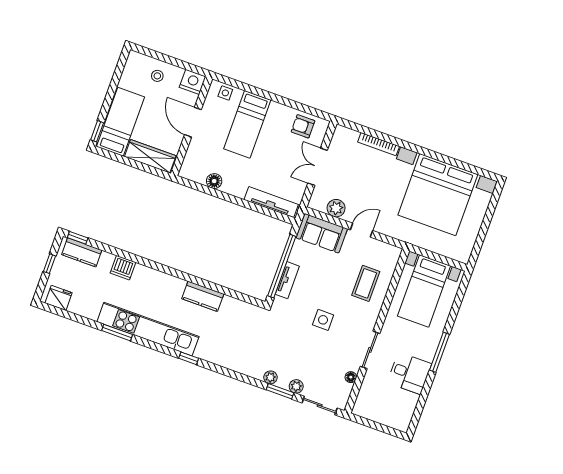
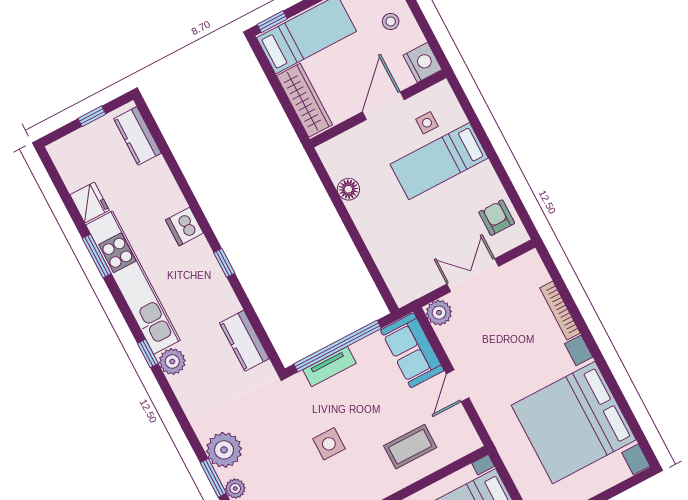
side table: (225, 93) -> (427, 123), moved
tv unit: (271, 202) -> (389, 267), removed
plant: (336, 208) -> (439, 313), moved
door: (362, 230) -> (458, 386), swing flipped
window: (78, 238) -> (224, 263), moved
dishwasher: (123, 268) -> (184, 227), moved
kitchen counter: (203, 296) -> (244, 341), moved
fridge: (59, 298) -> (90, 202), moved
plant: (205, 351) -> (172, 362), added
plant: (270, 377) -> (224, 450), width x1.88, depth x1.88

